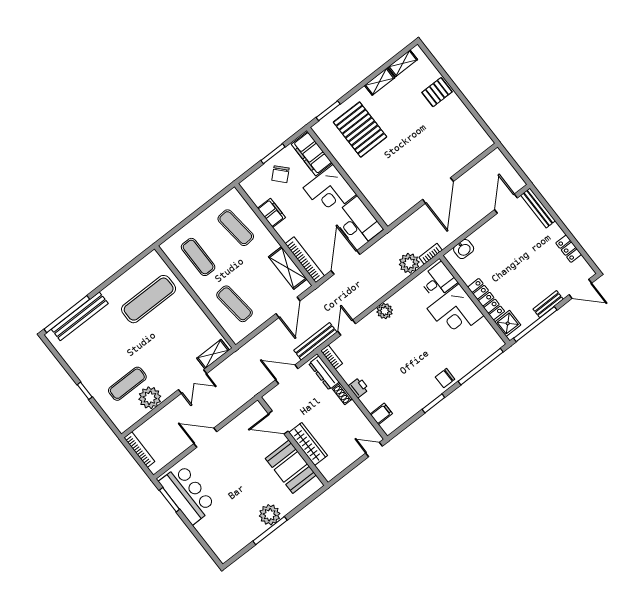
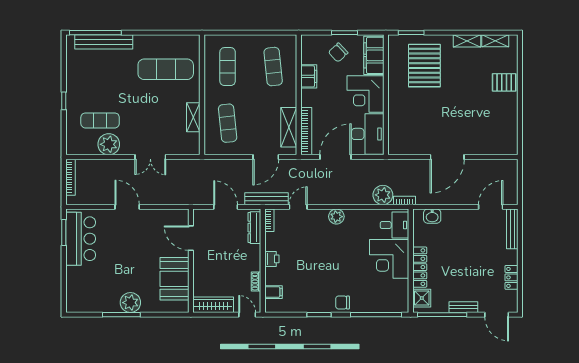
shelving: (213, 354) -> (193, 117), moved, turned 90
shoe rack: (342, 394) -> (256, 281), moved
wardrobe: (308, 444) -> (213, 305), moved, turned -90

